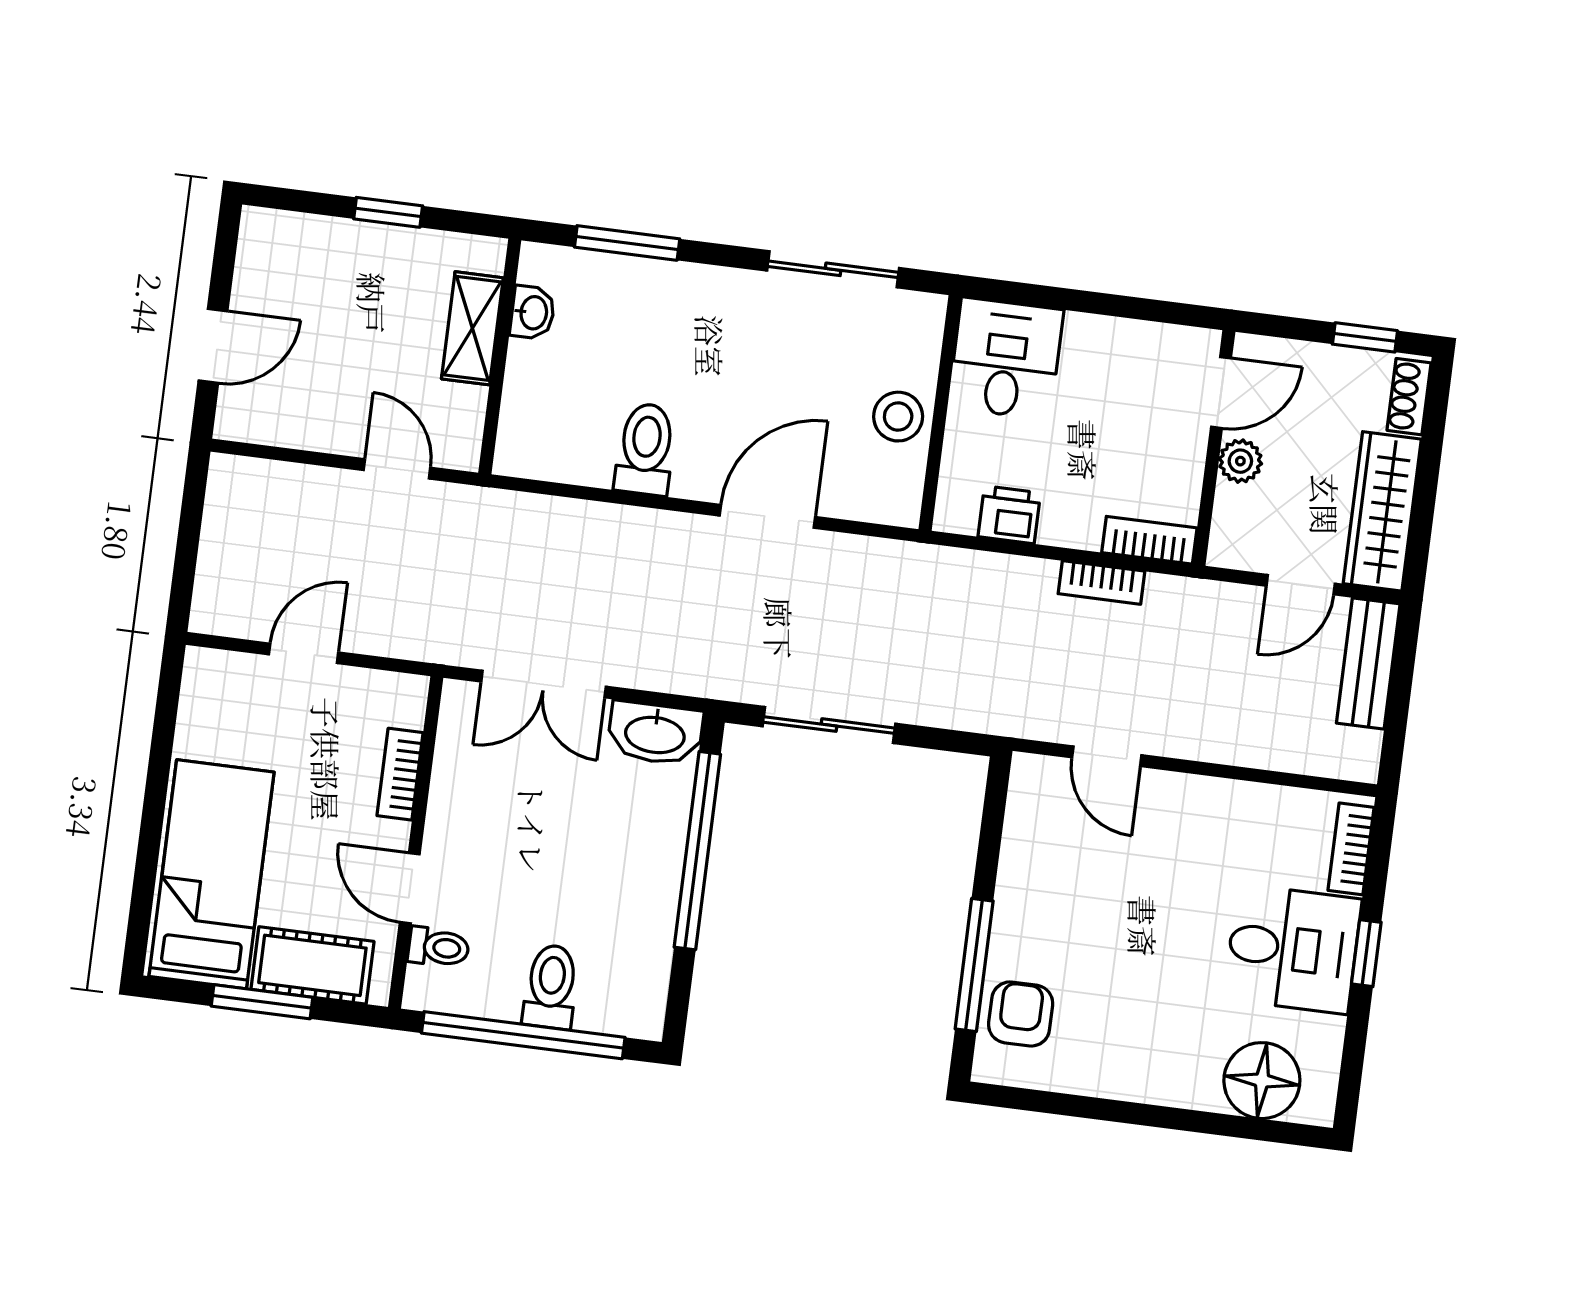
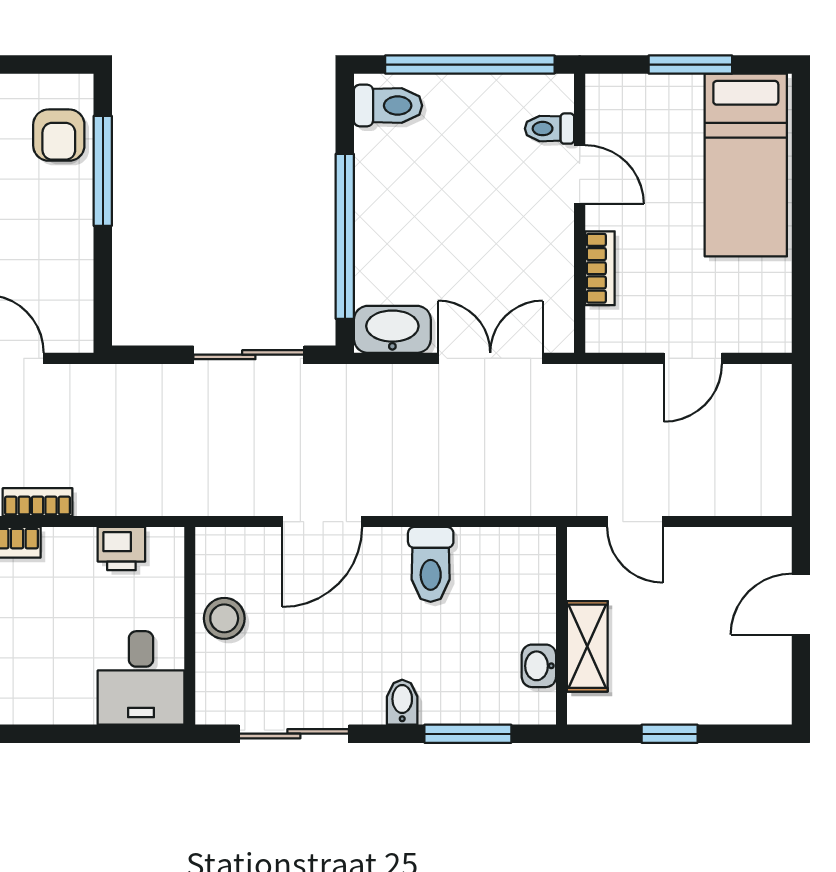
bidet: (700, 290) -> (402, 702), added
cot: (312, 965) -> (652, 100), removed
toilet: (551, 987) -> (388, 106), moved, turned -90

